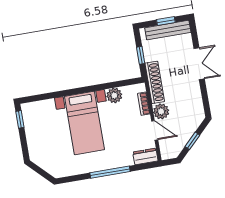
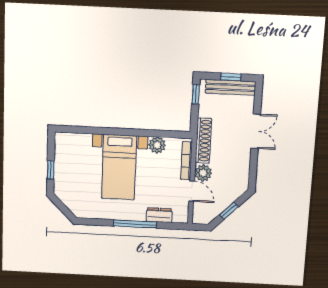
window: (141, 55) -> (196, 94), moved
bookcase: (144, 104) -> (186, 161), width x1.56
window: (20, 119) -> (51, 170), moved
dresser: (145, 156) -> (159, 215), moved

